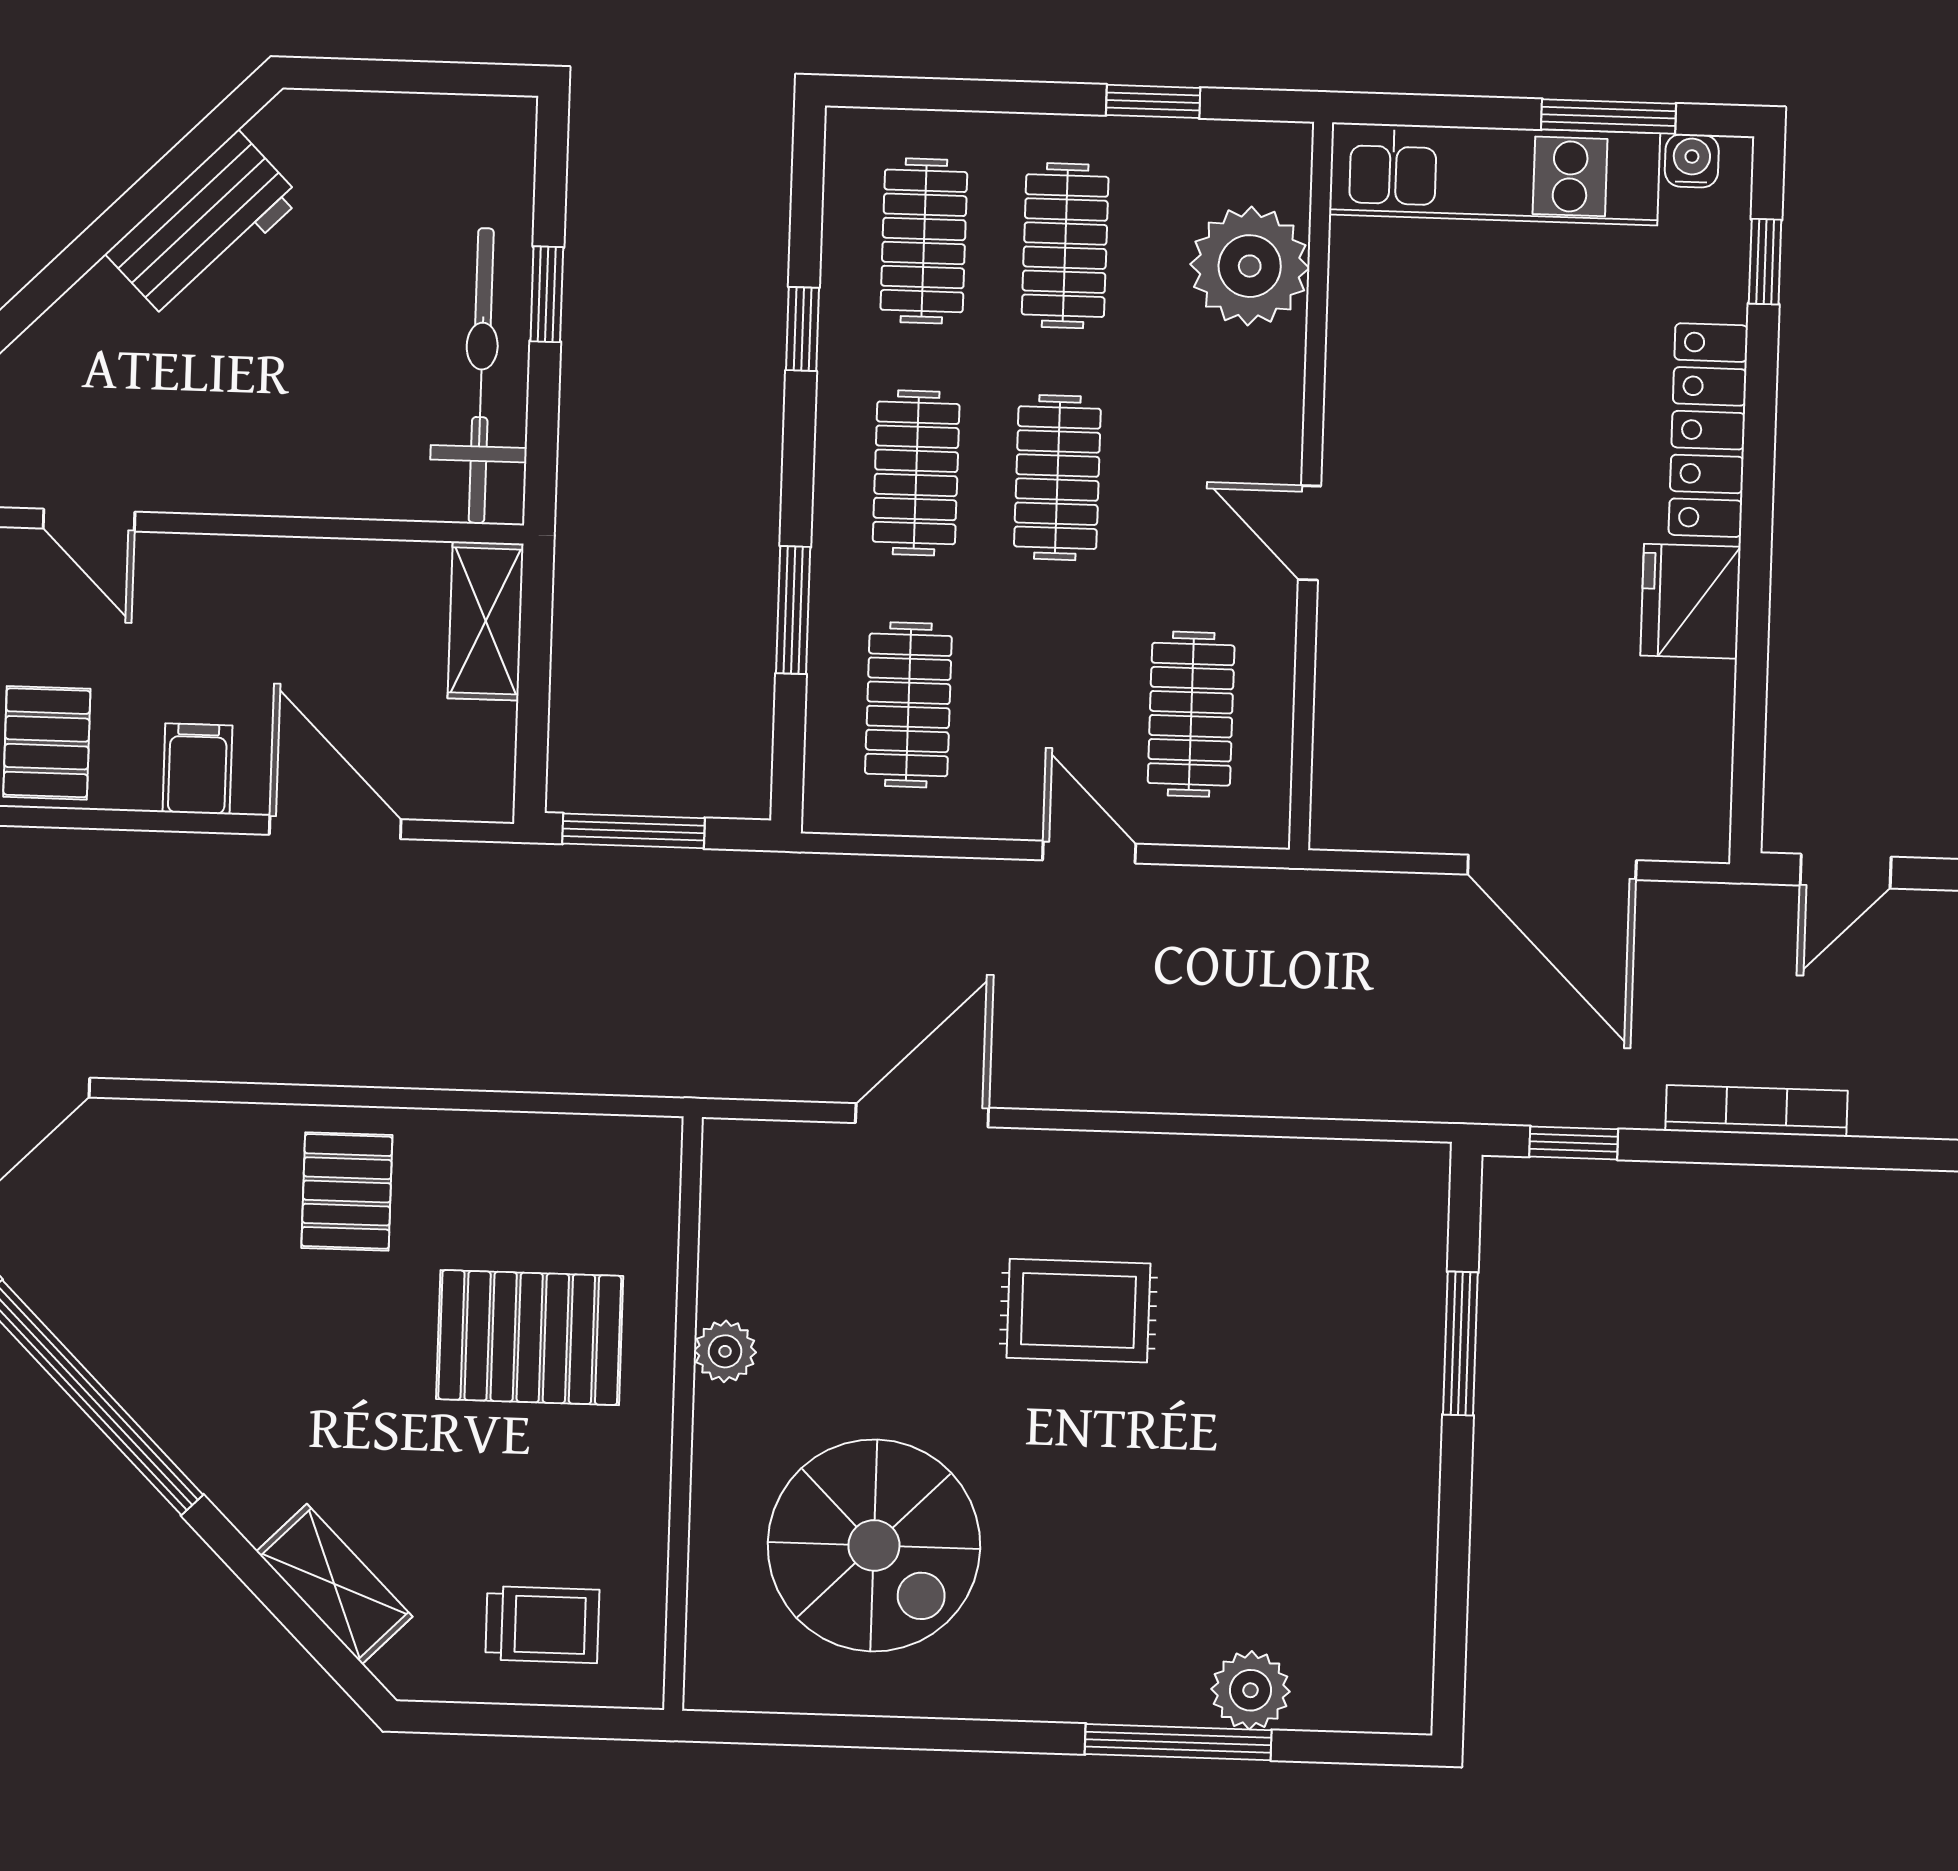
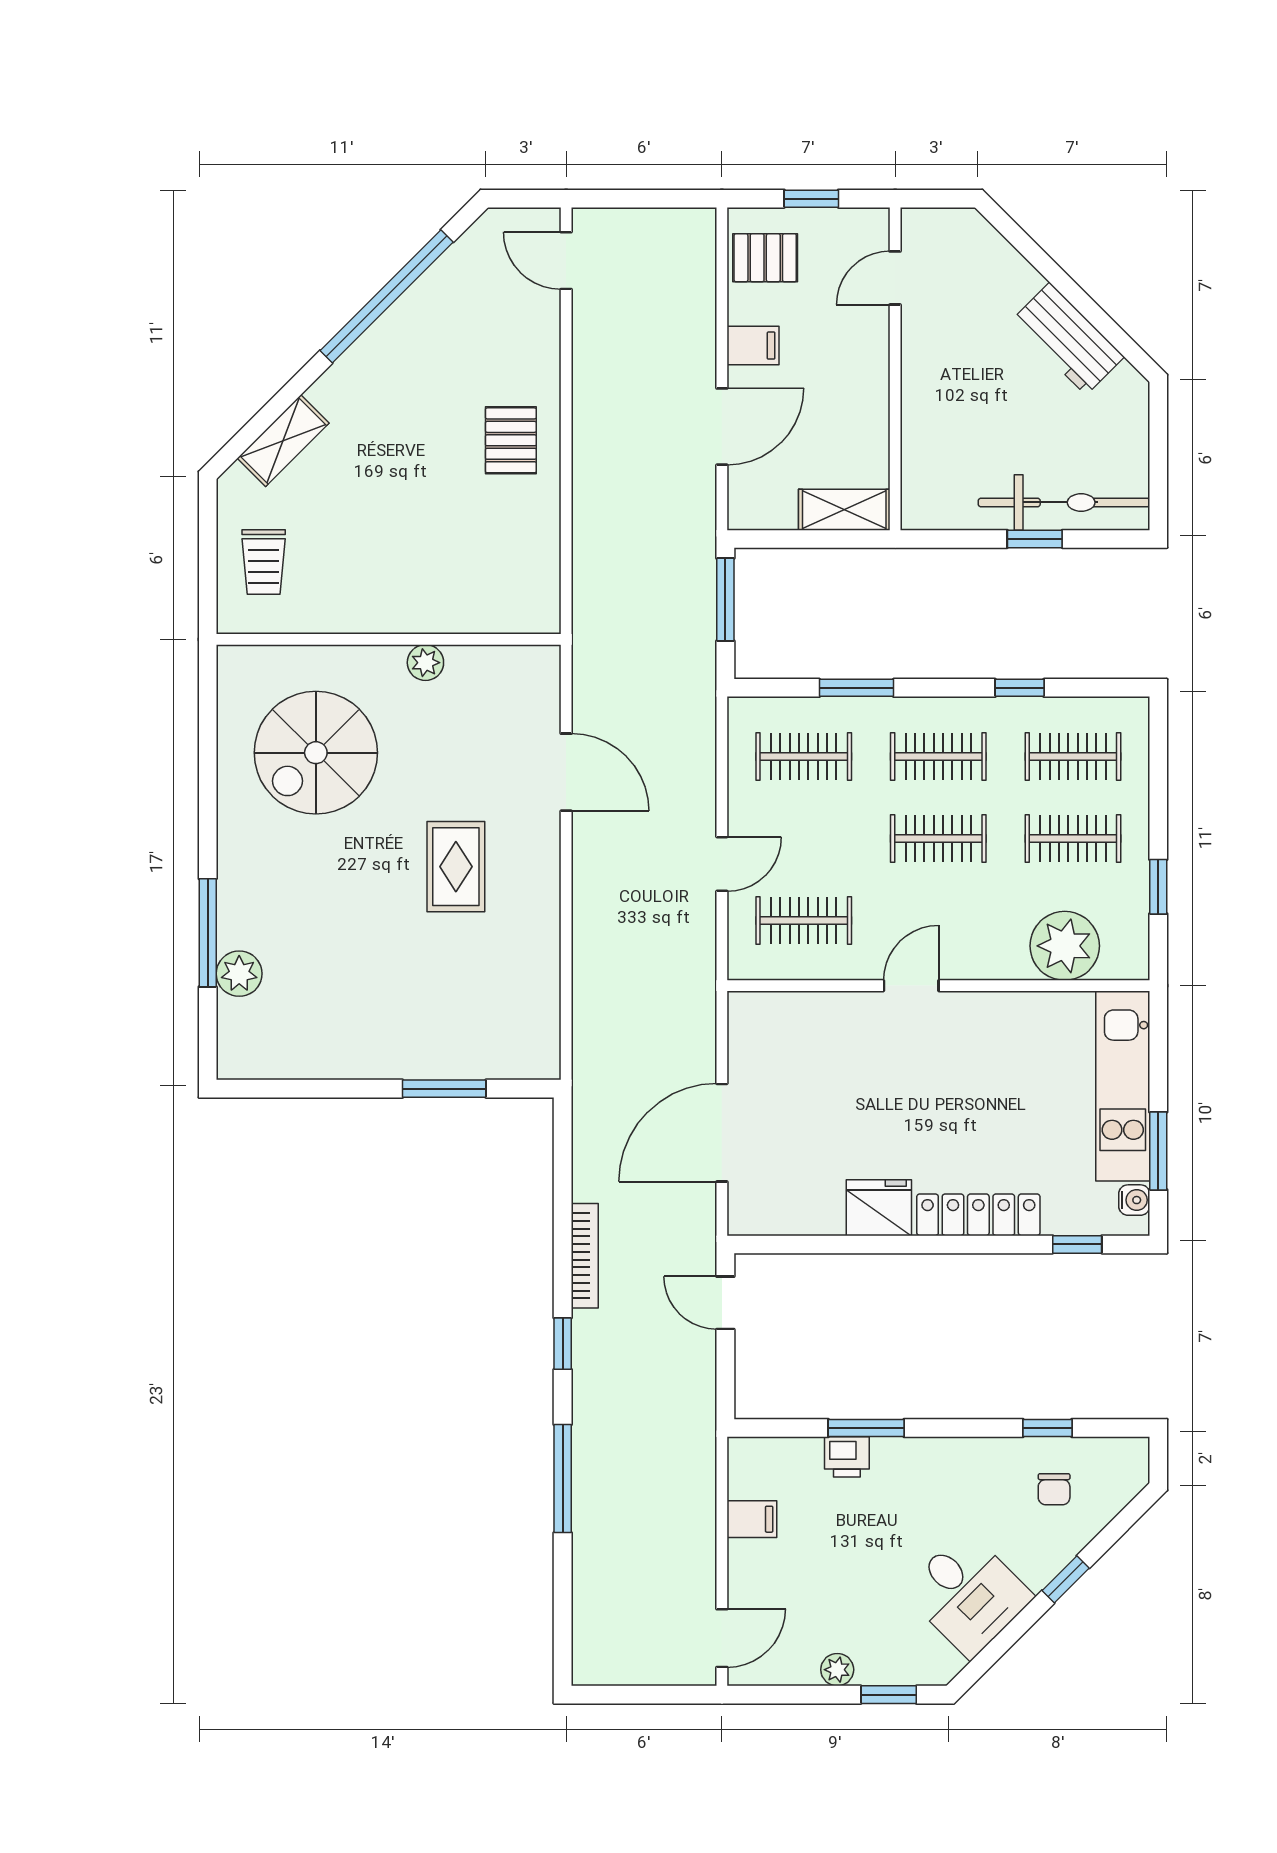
bicycle: (481, 376) -> (1064, 502), moved
window: (1574, 1143) -> (563, 1344), moved
pallet: (347, 1191) -> (511, 440), turned 90
pallet: (530, 1338) -> (430, 549), removed

